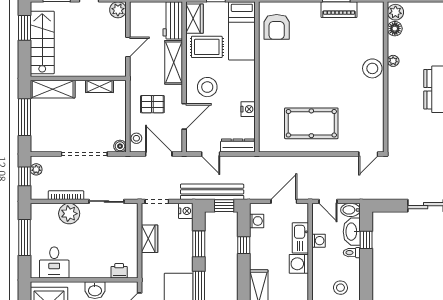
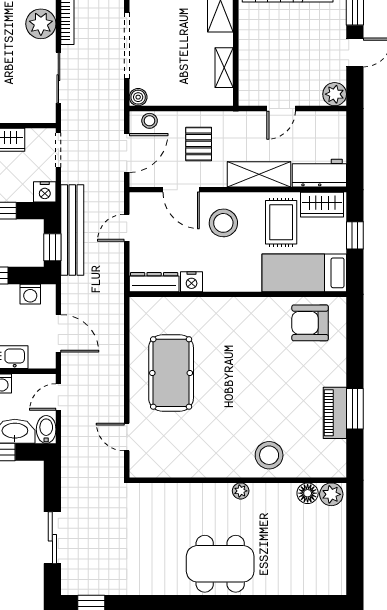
door: (128, 47) -> (281, 108), hinge flipped
plant: (393, 61) -> (241, 491), moved
stool: (372, 68) -> (269, 455), moved
dresser: (238, 146) -> (154, 282), moved, turned -90
door: (368, 154) -> (127, 437), moved

